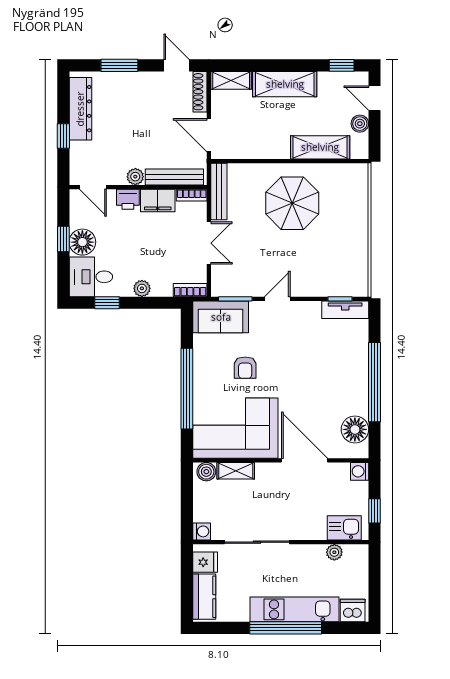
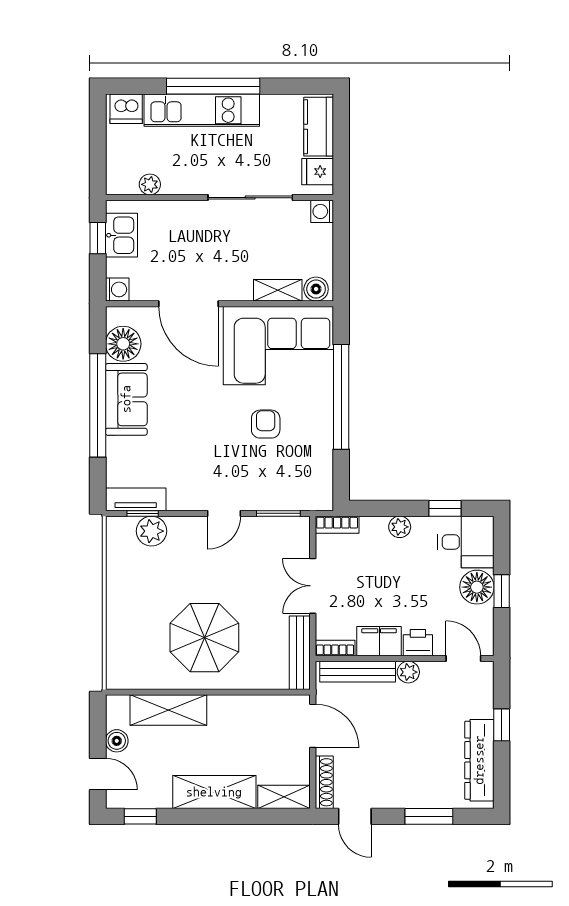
plant: (333, 285) -> (152, 531), added
sofa: (221, 317) -> (126, 399), moved, turned 90
kitchen sink: (344, 528) -> (121, 235), moved, turned -90

